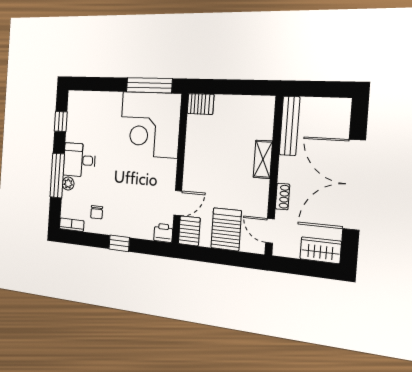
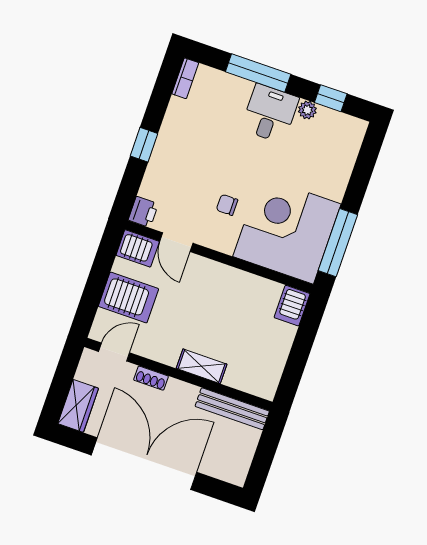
plant: (68, 184) -> (307, 110), moved
chair: (97, 212) -> (227, 205), moved

